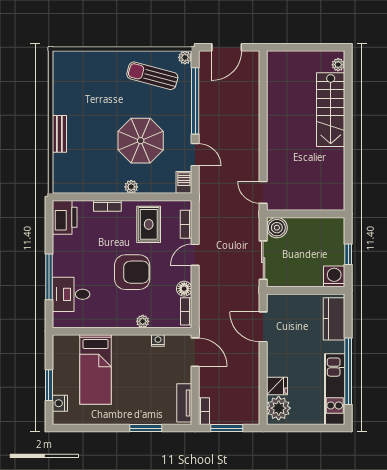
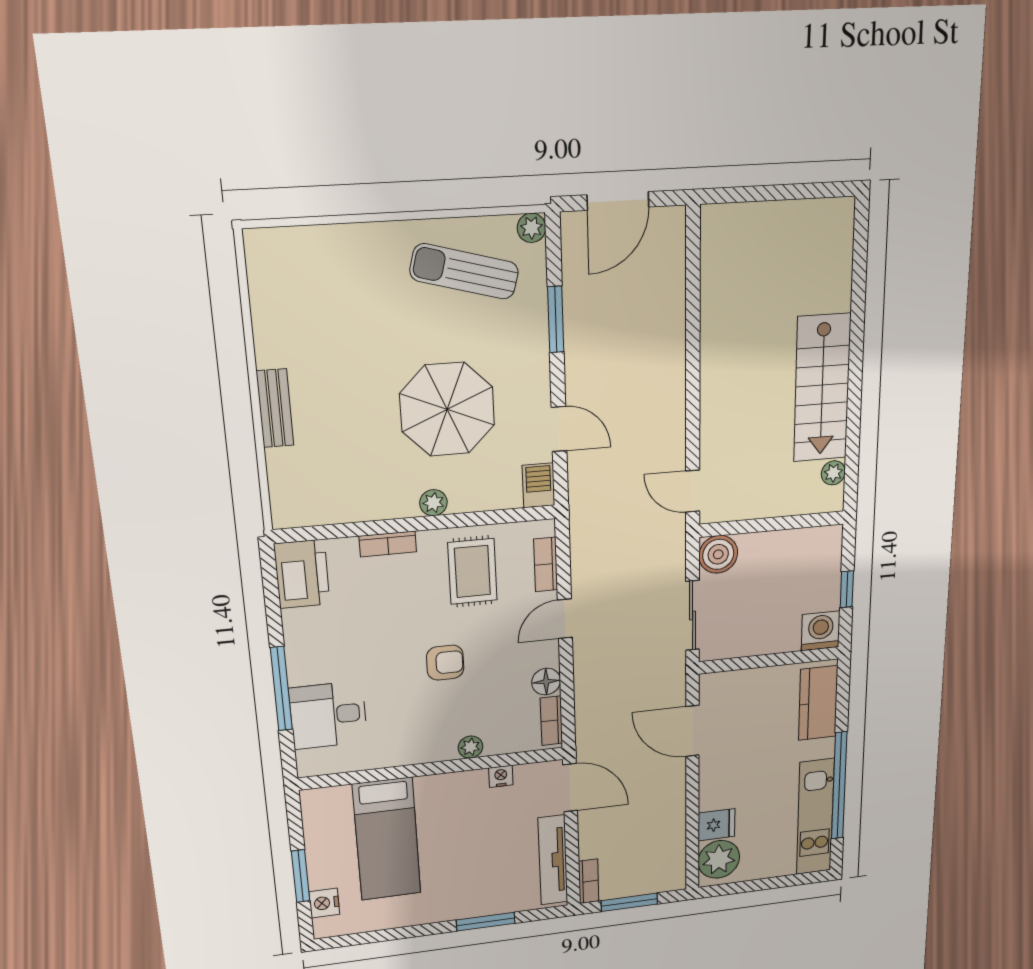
plant: (338, 65) -> (833, 473), moved
window: (195, 101) -> (556, 319), width x0.47
stairs: (331, 110) -> (822, 388), moved
armchair: (132, 272) -> (445, 663), width x0.53, depth x0.53
tv unit: (184, 403) -> (553, 860), width x1.41

